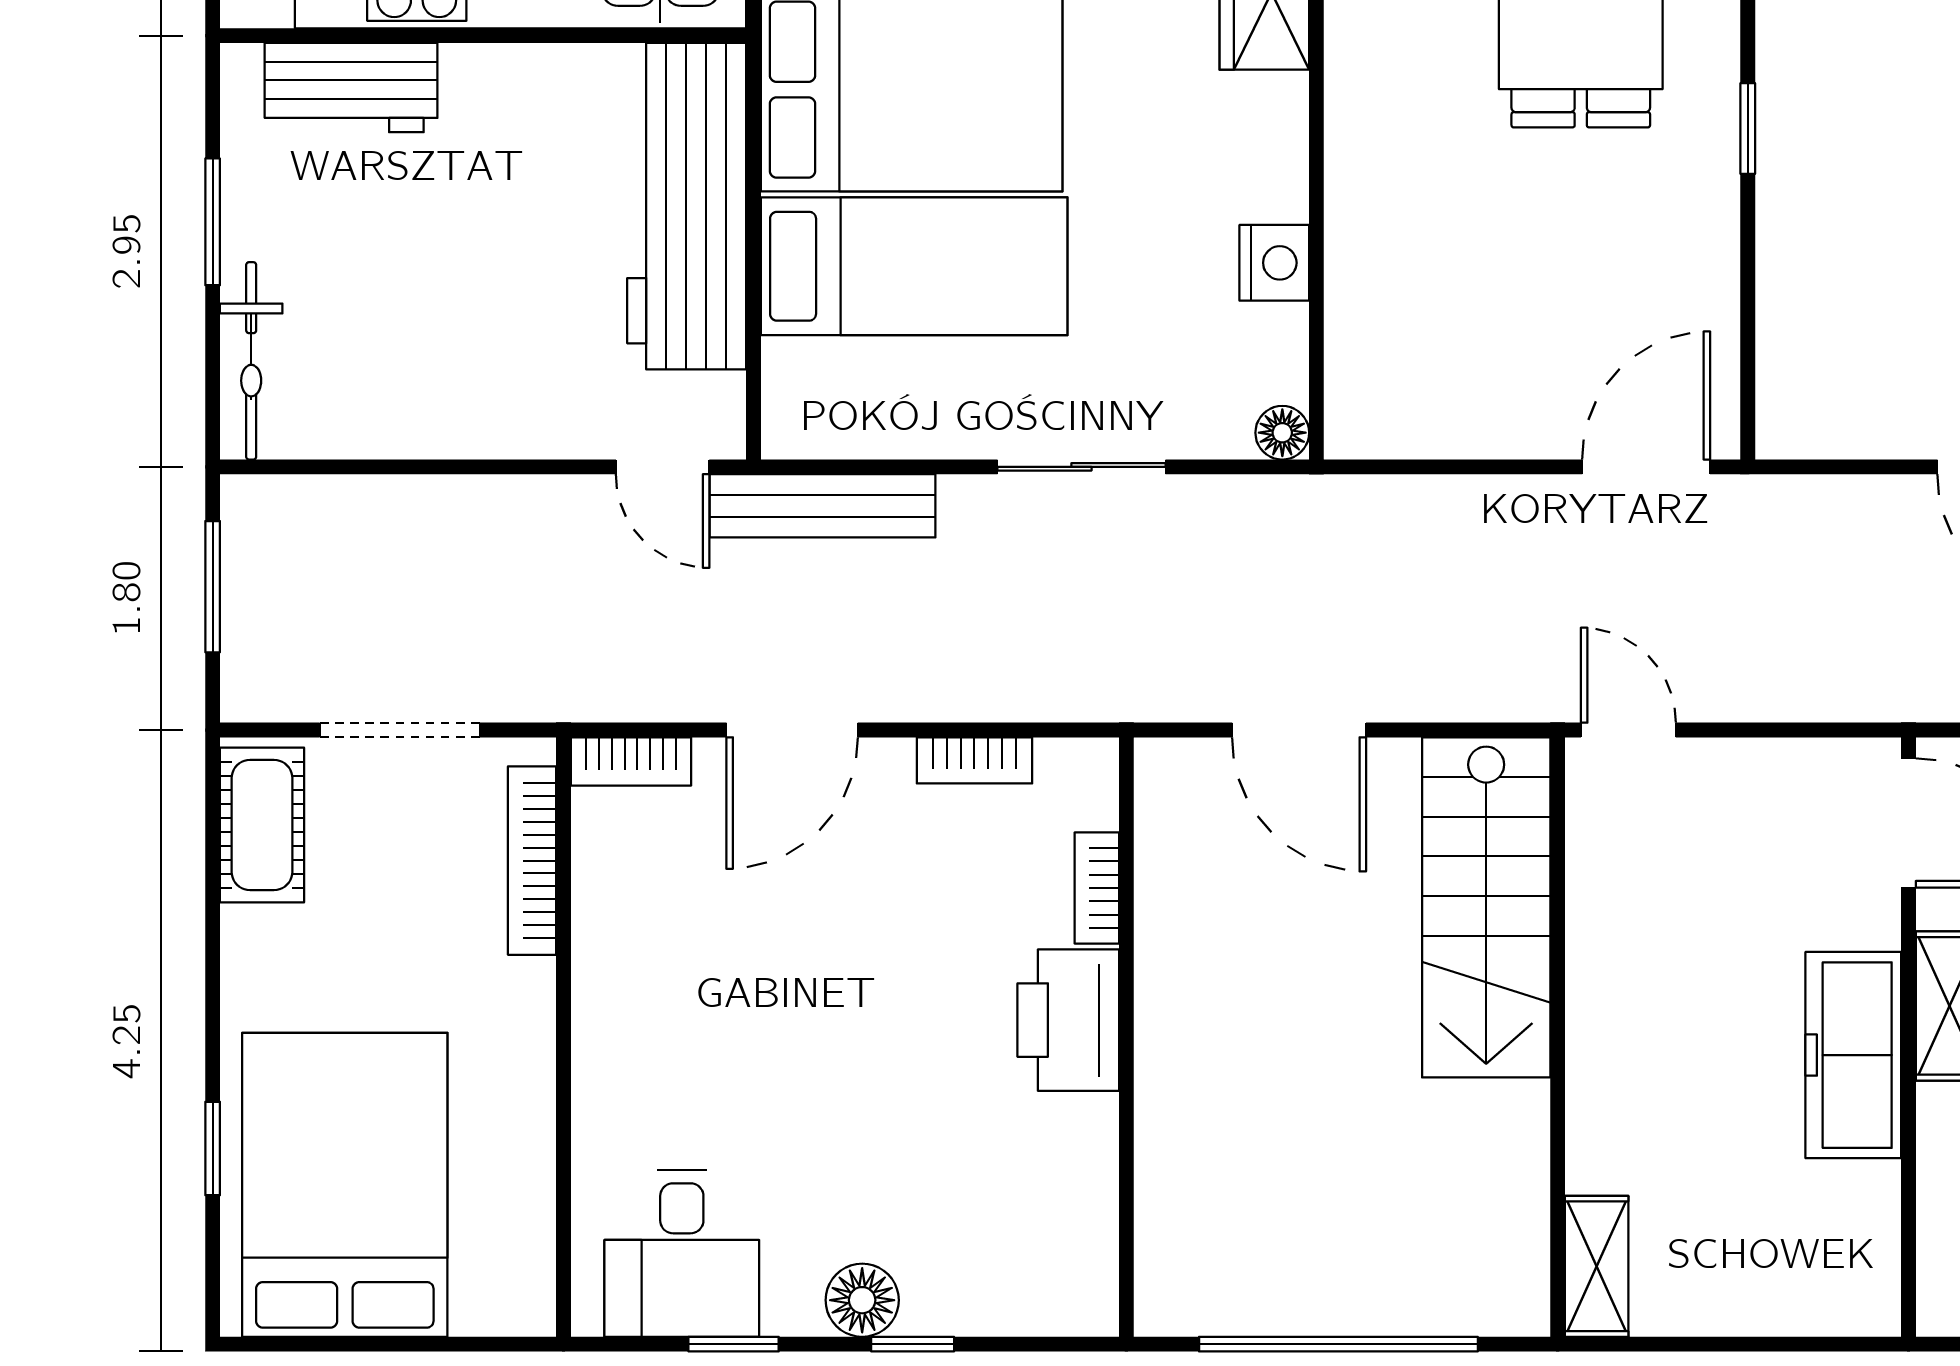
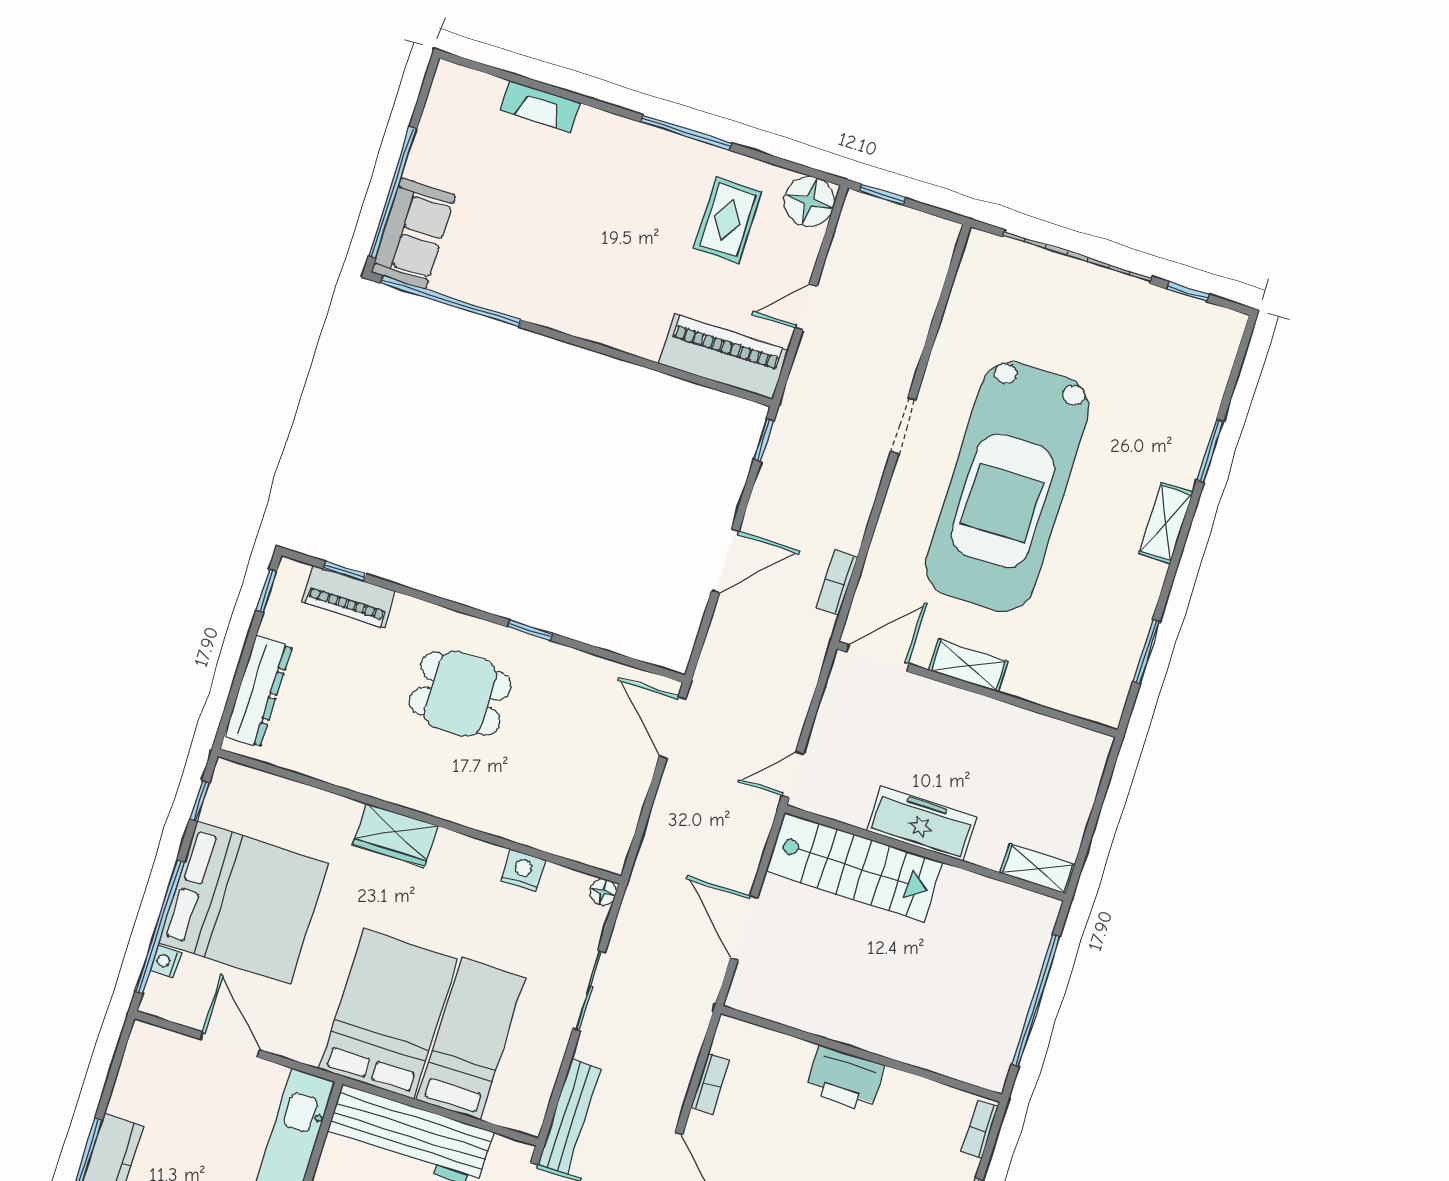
door: (1299, 730) -> (744, 928), swing flipped
bookcase: (1097, 888) -> (980, 1129), moved, turned 90
freezer: (1853, 1055) -> (922, 823), moved, turned 180

